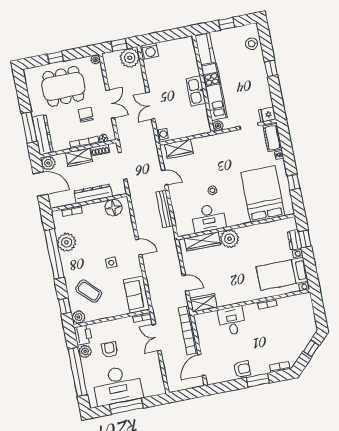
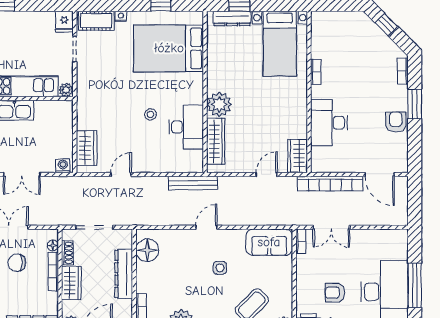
bench: (164, 209) -> (193, 183), moved
dresser: (294, 240) -> (232, 18), width x1.44
desk: (232, 321) -> (329, 123), width x1.37

